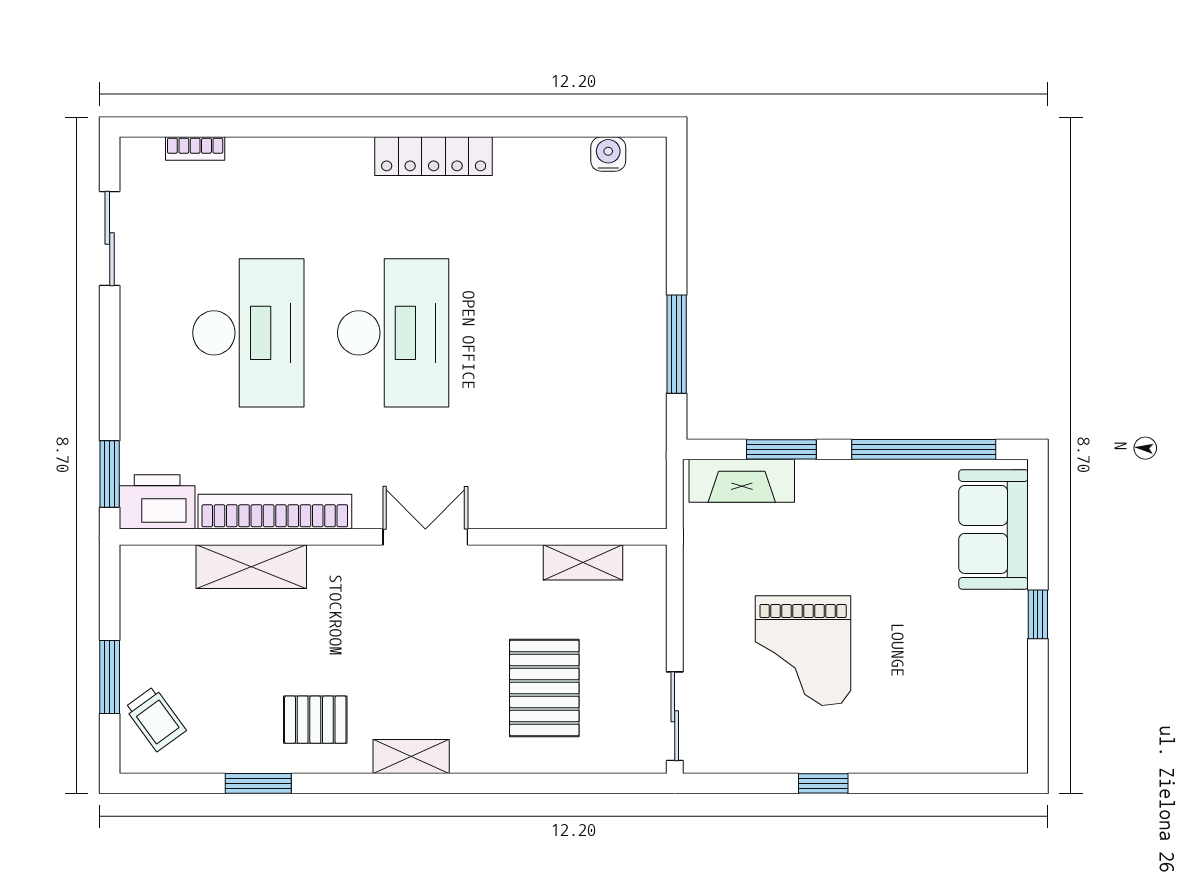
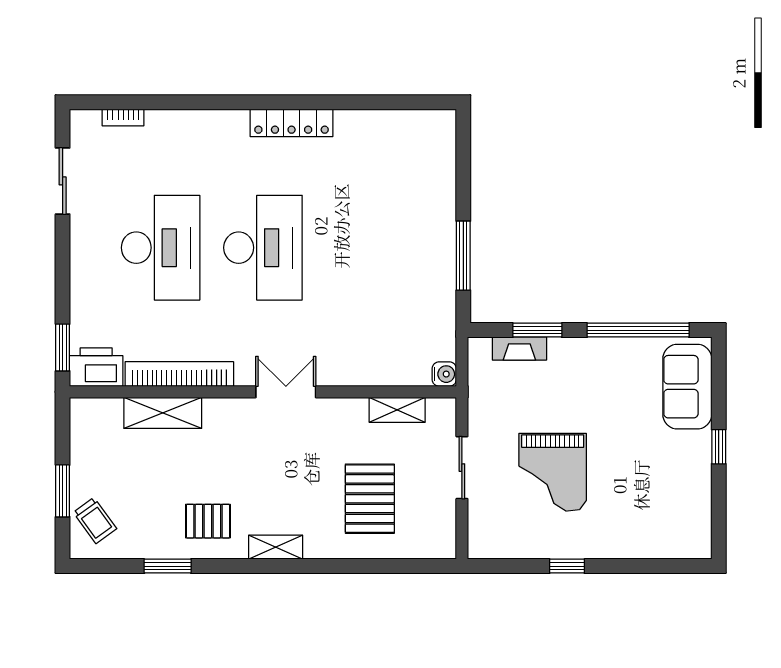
water cooler: (608, 154) -> (444, 374), moved, turned 90
fireplace: (742, 481) -> (519, 348), width x0.73, depth x0.76
sliding door: (675, 716) -> (462, 468), moved

